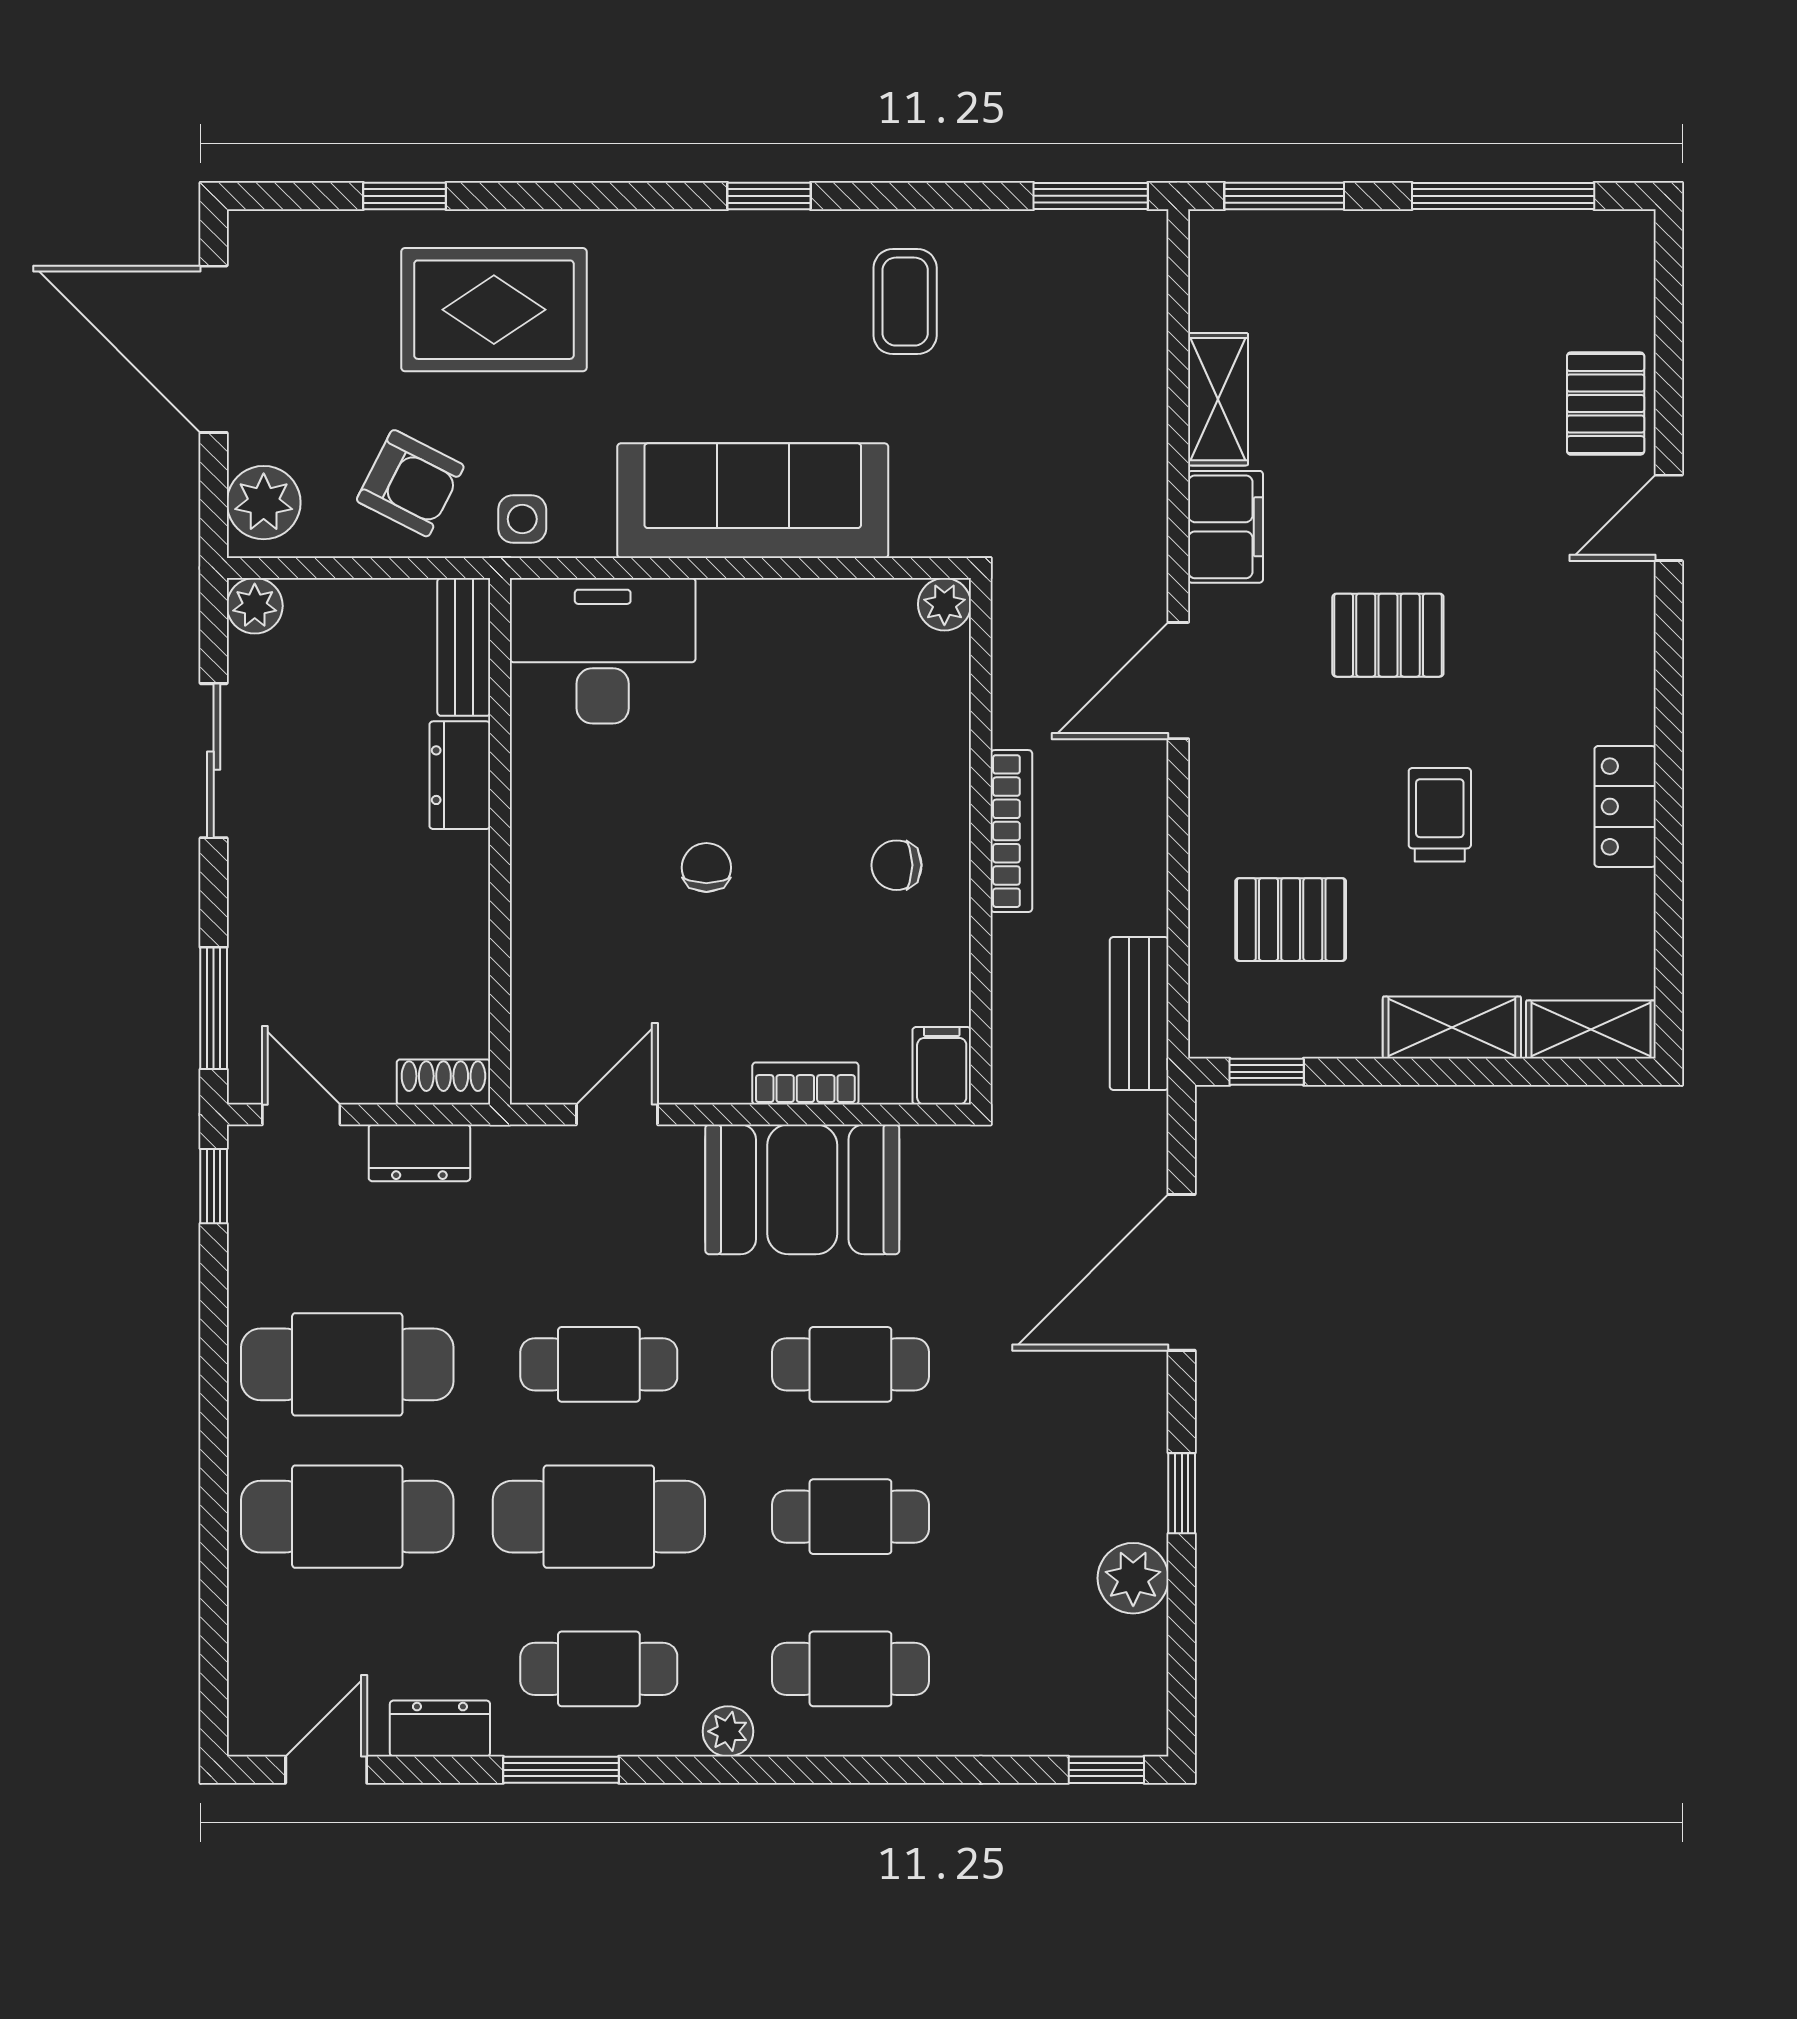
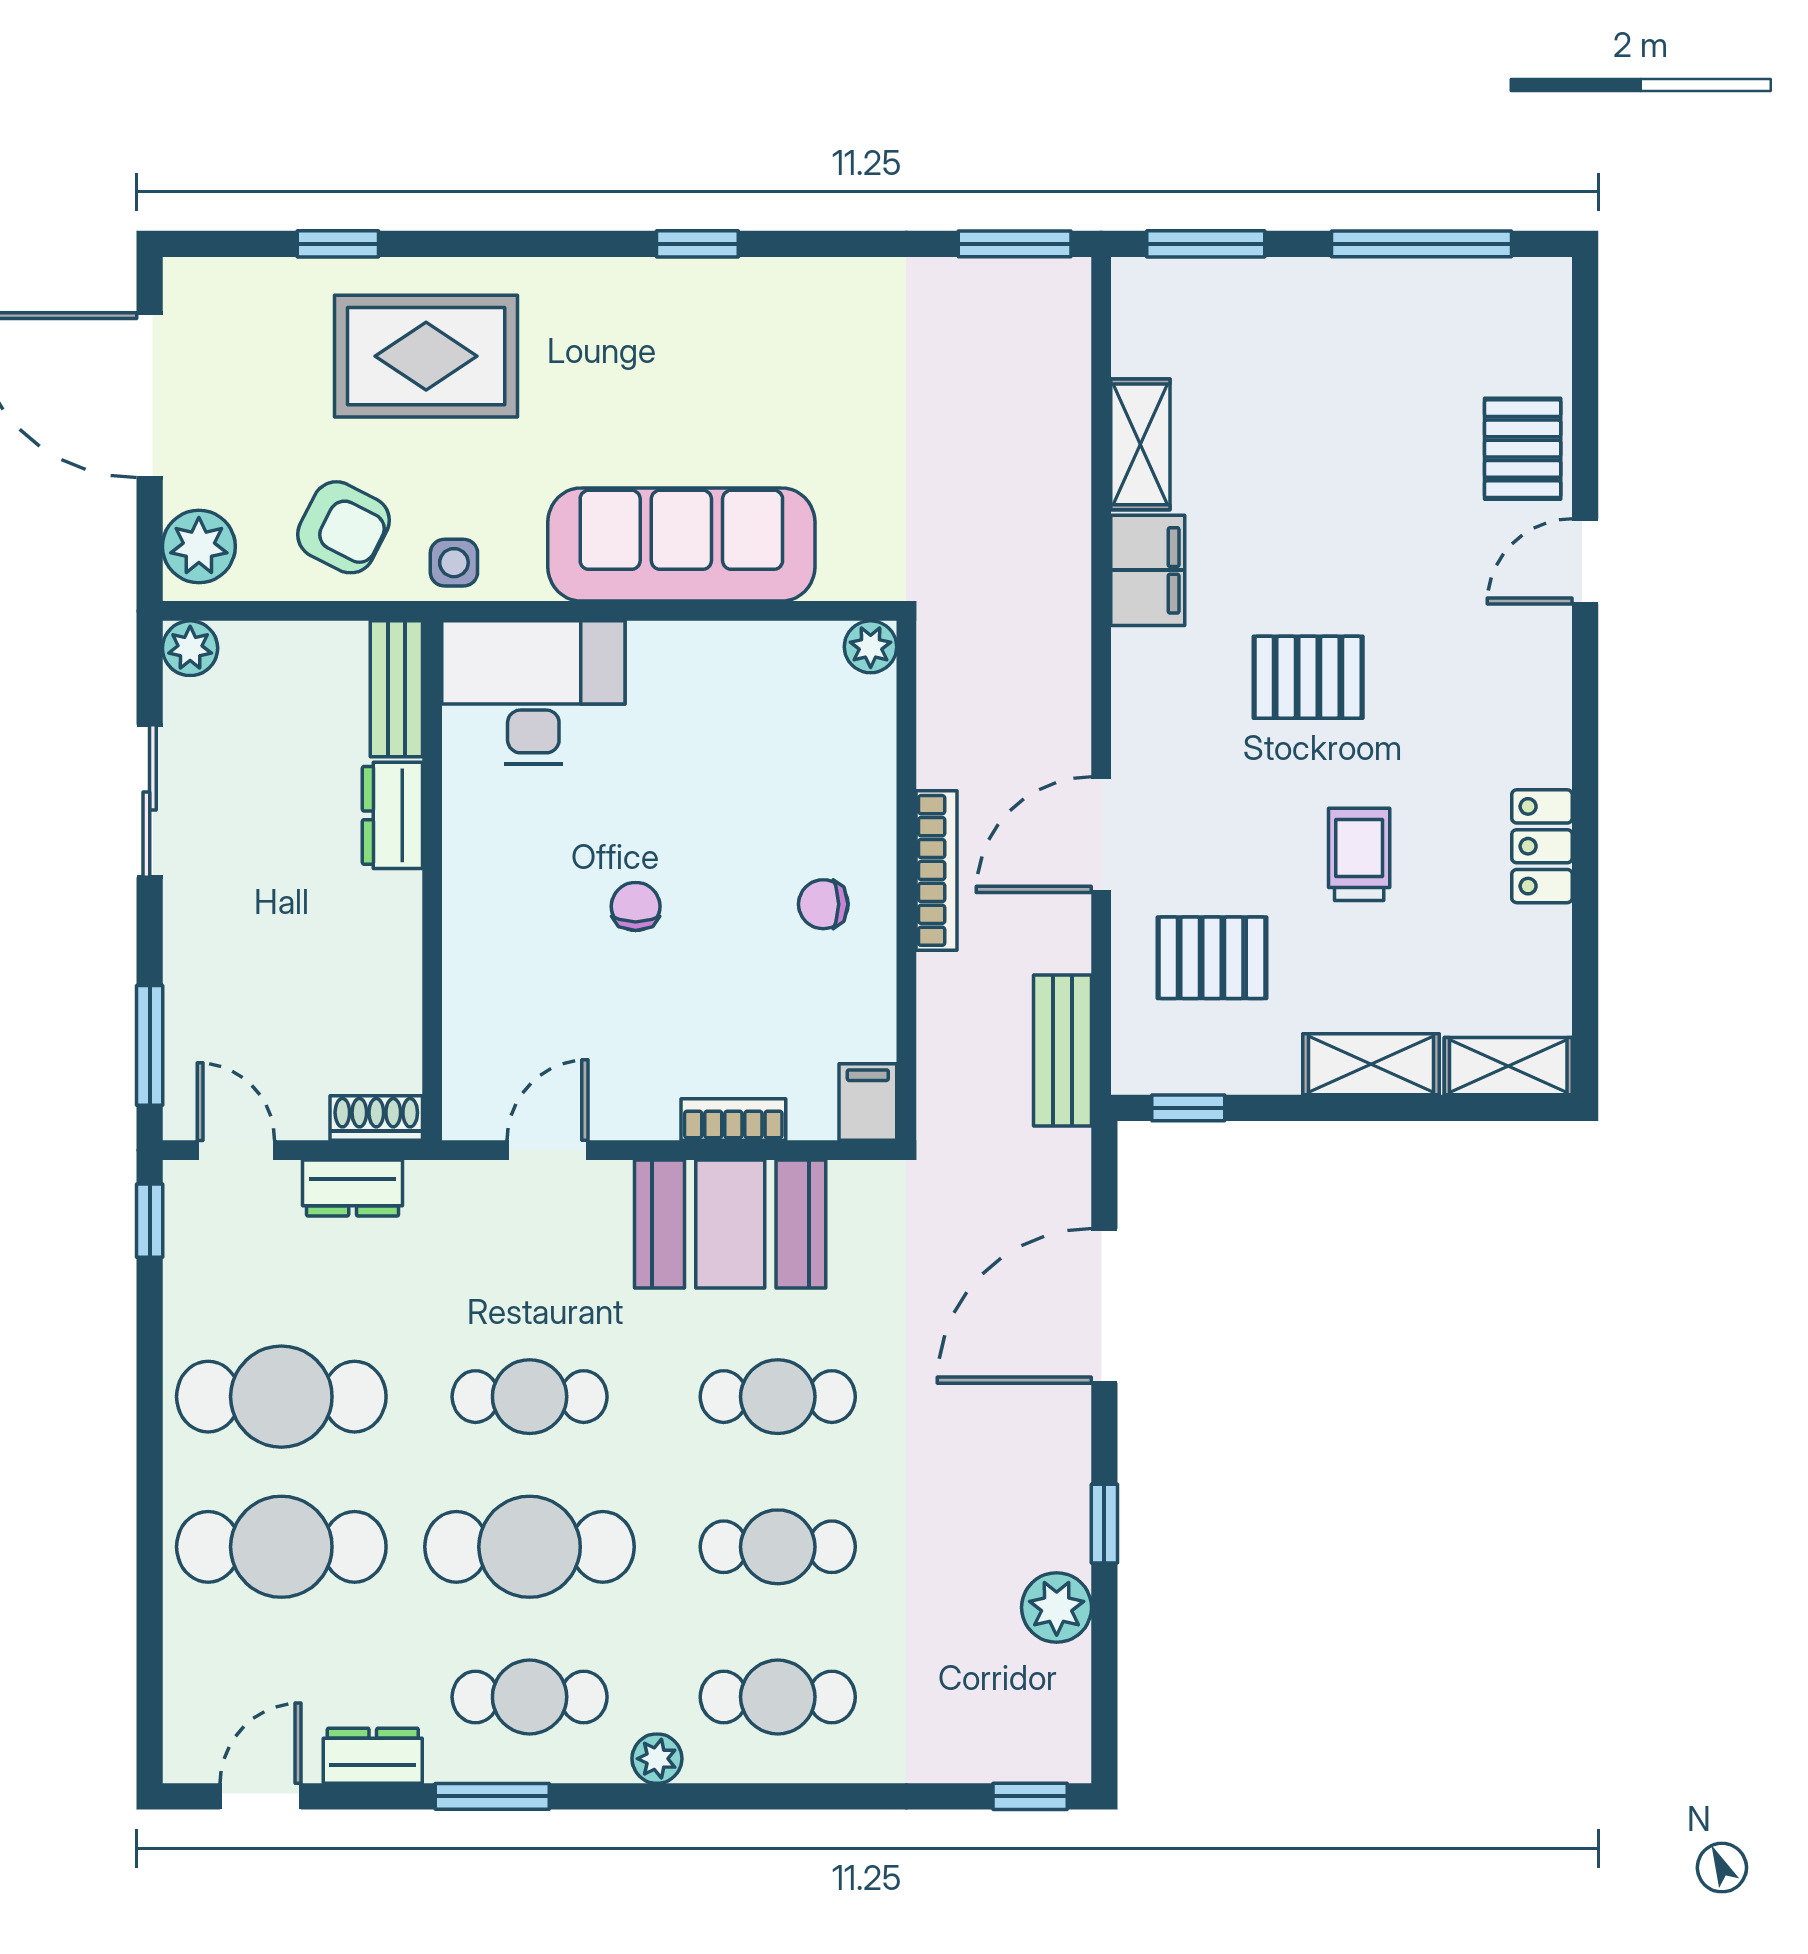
coffee table: (905, 302) -> (832, 348), removed
door: (1178, 681) -> (1101, 835), moved

